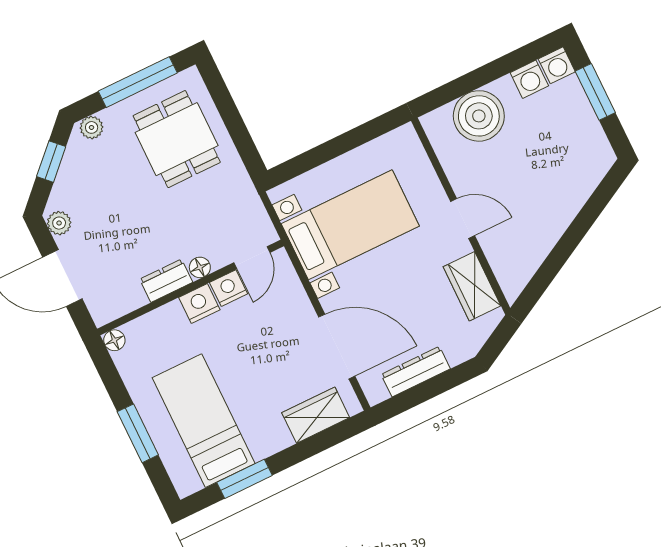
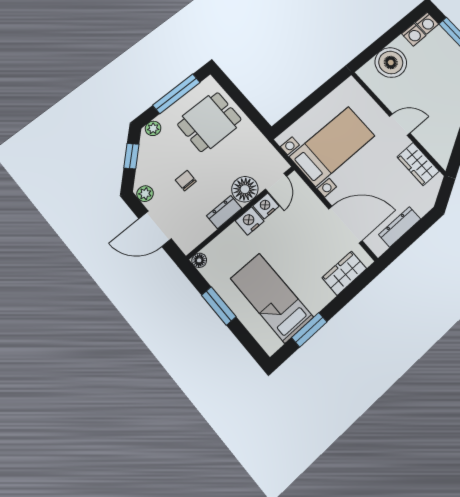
dining table: (177, 139) -> (209, 122), turned 90
chair: (122, 219) -> (186, 181), added
floor lamp: (200, 267) -> (245, 189), width x1.89, depth x1.89
window: (138, 433) -> (219, 306), moved

